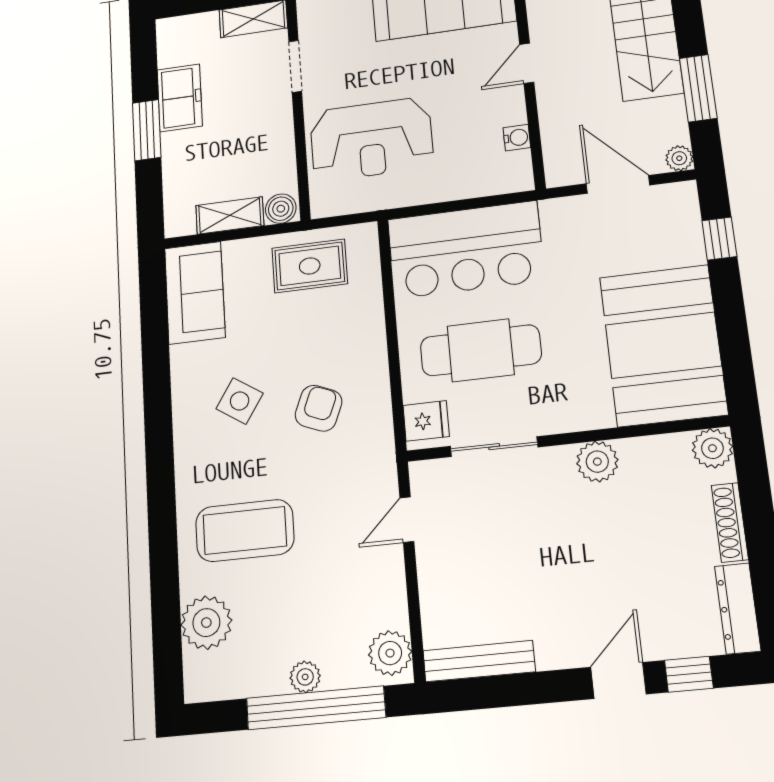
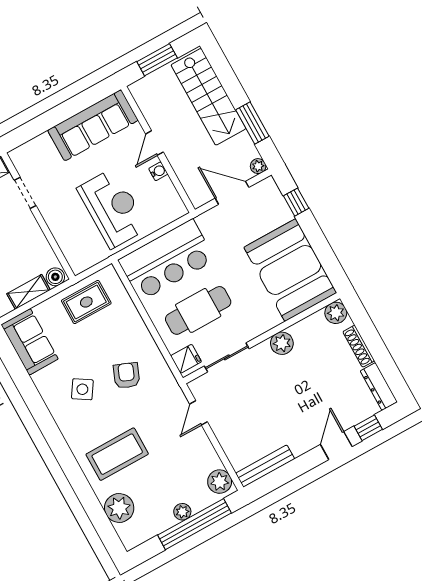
water cooler: (517, 138) -> (158, 171), moved
reception desk: (371, 139) -> (113, 208), moved, turned -90

